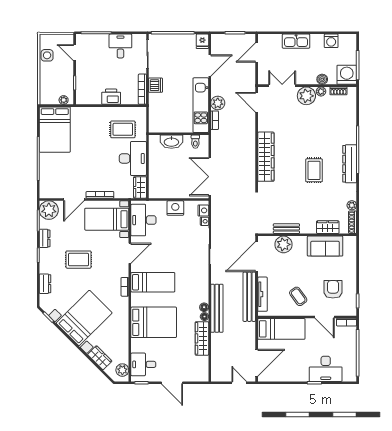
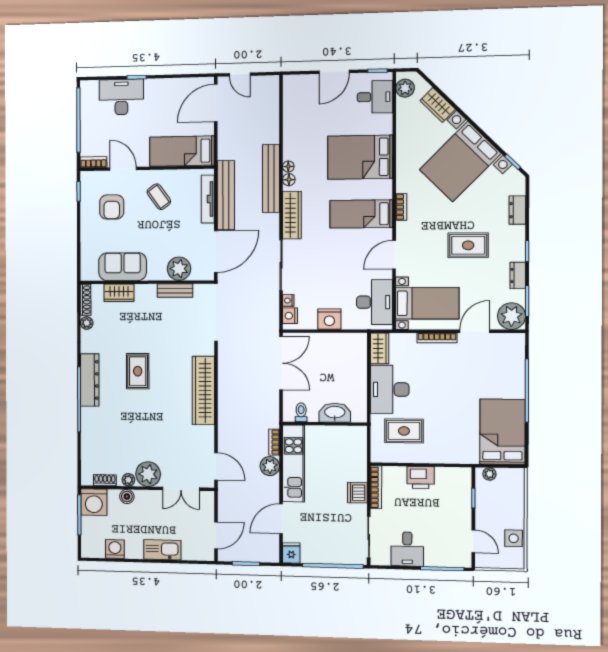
wardrobe: (202, 338) -> (292, 215), moved
door: (172, 383) -> (334, 72), swing flipped

